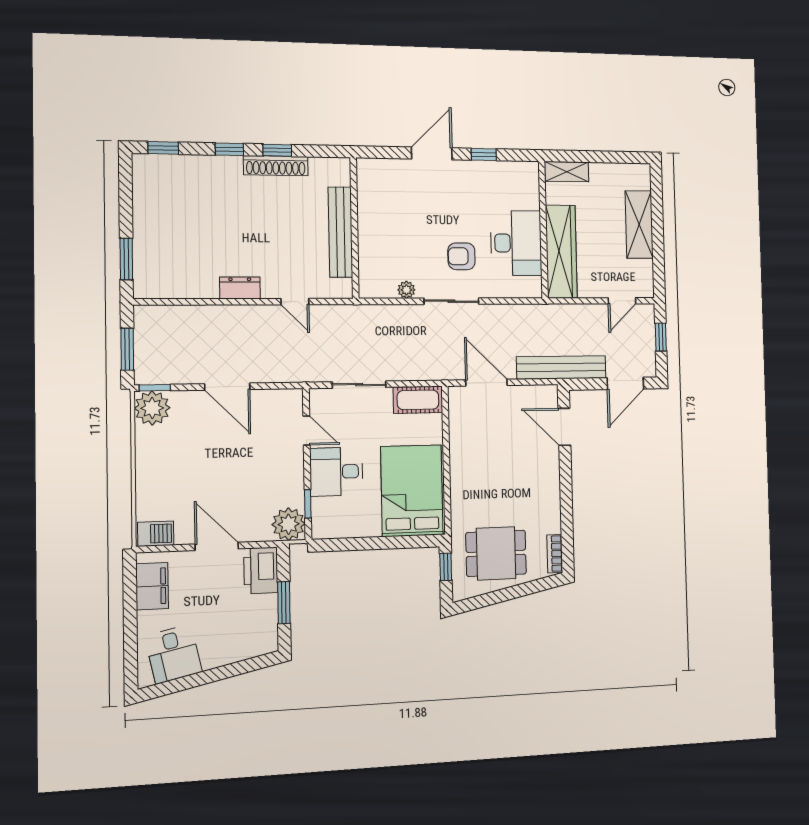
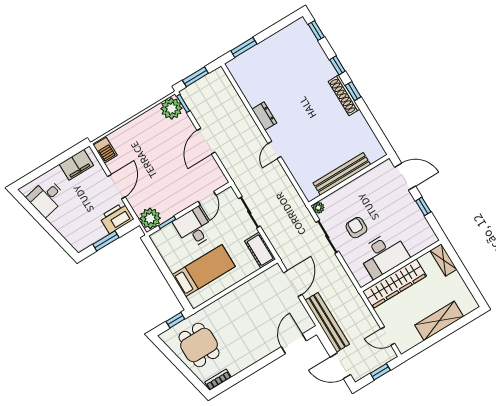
wall: (354, 228) -> (349, 180), moved
bench: (340, 232) -> (342, 174), moved
bed: (412, 491) -> (204, 271), width x0.67

